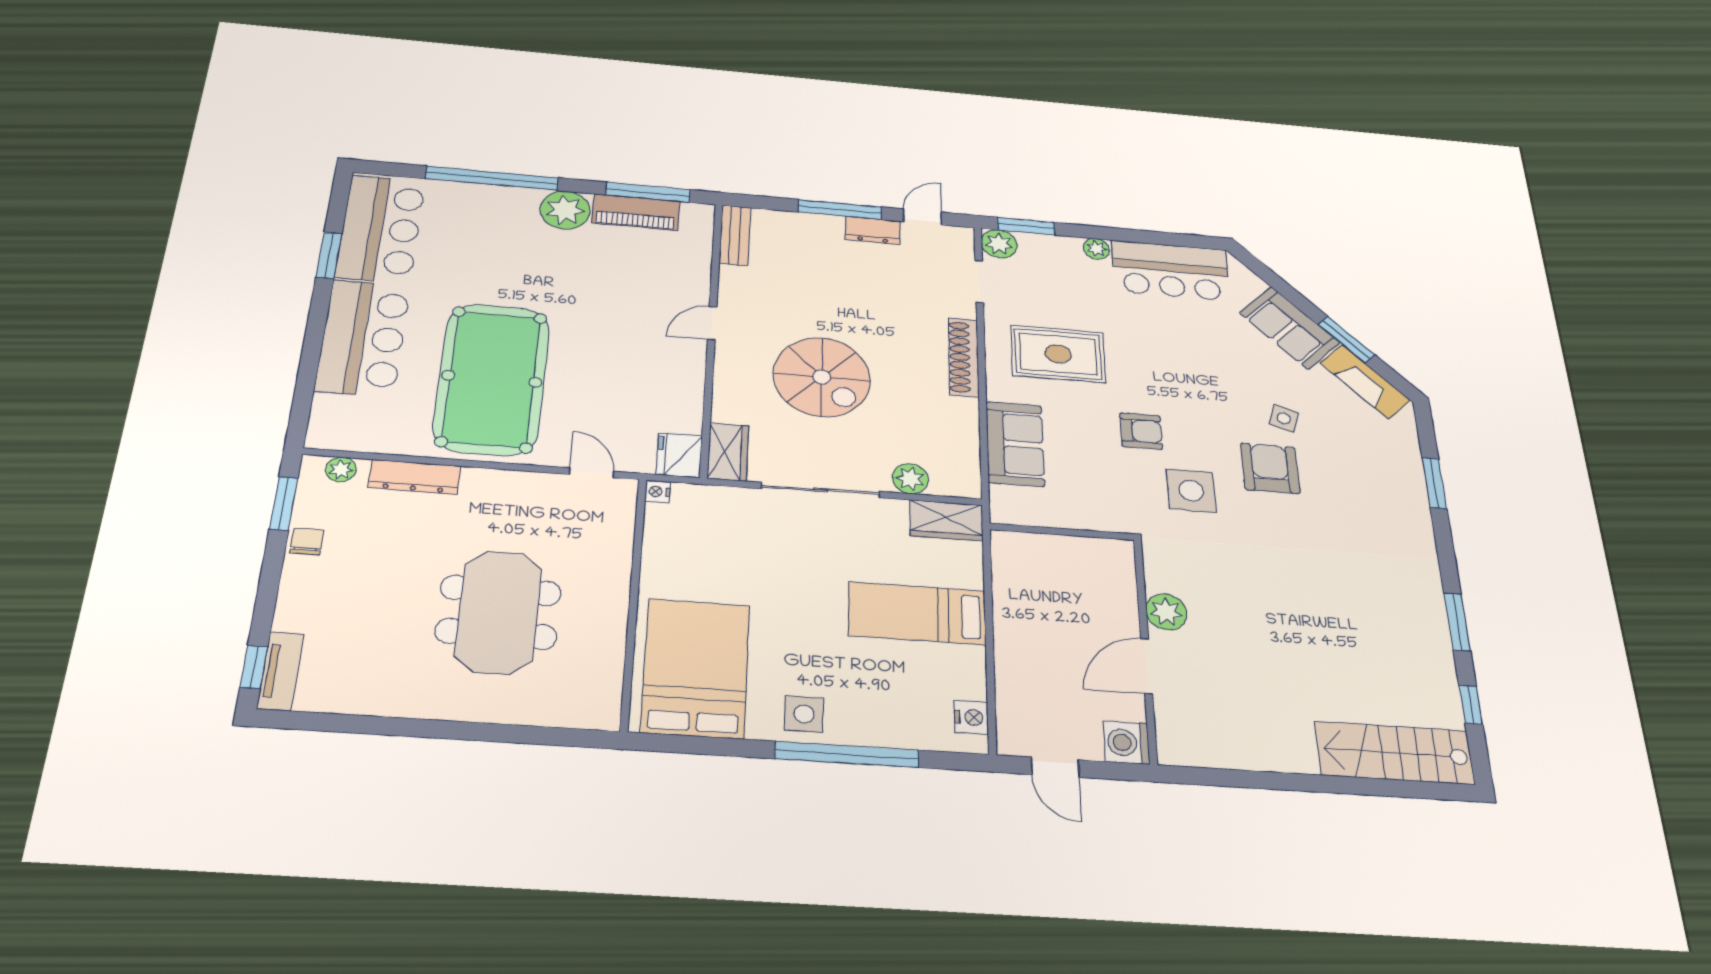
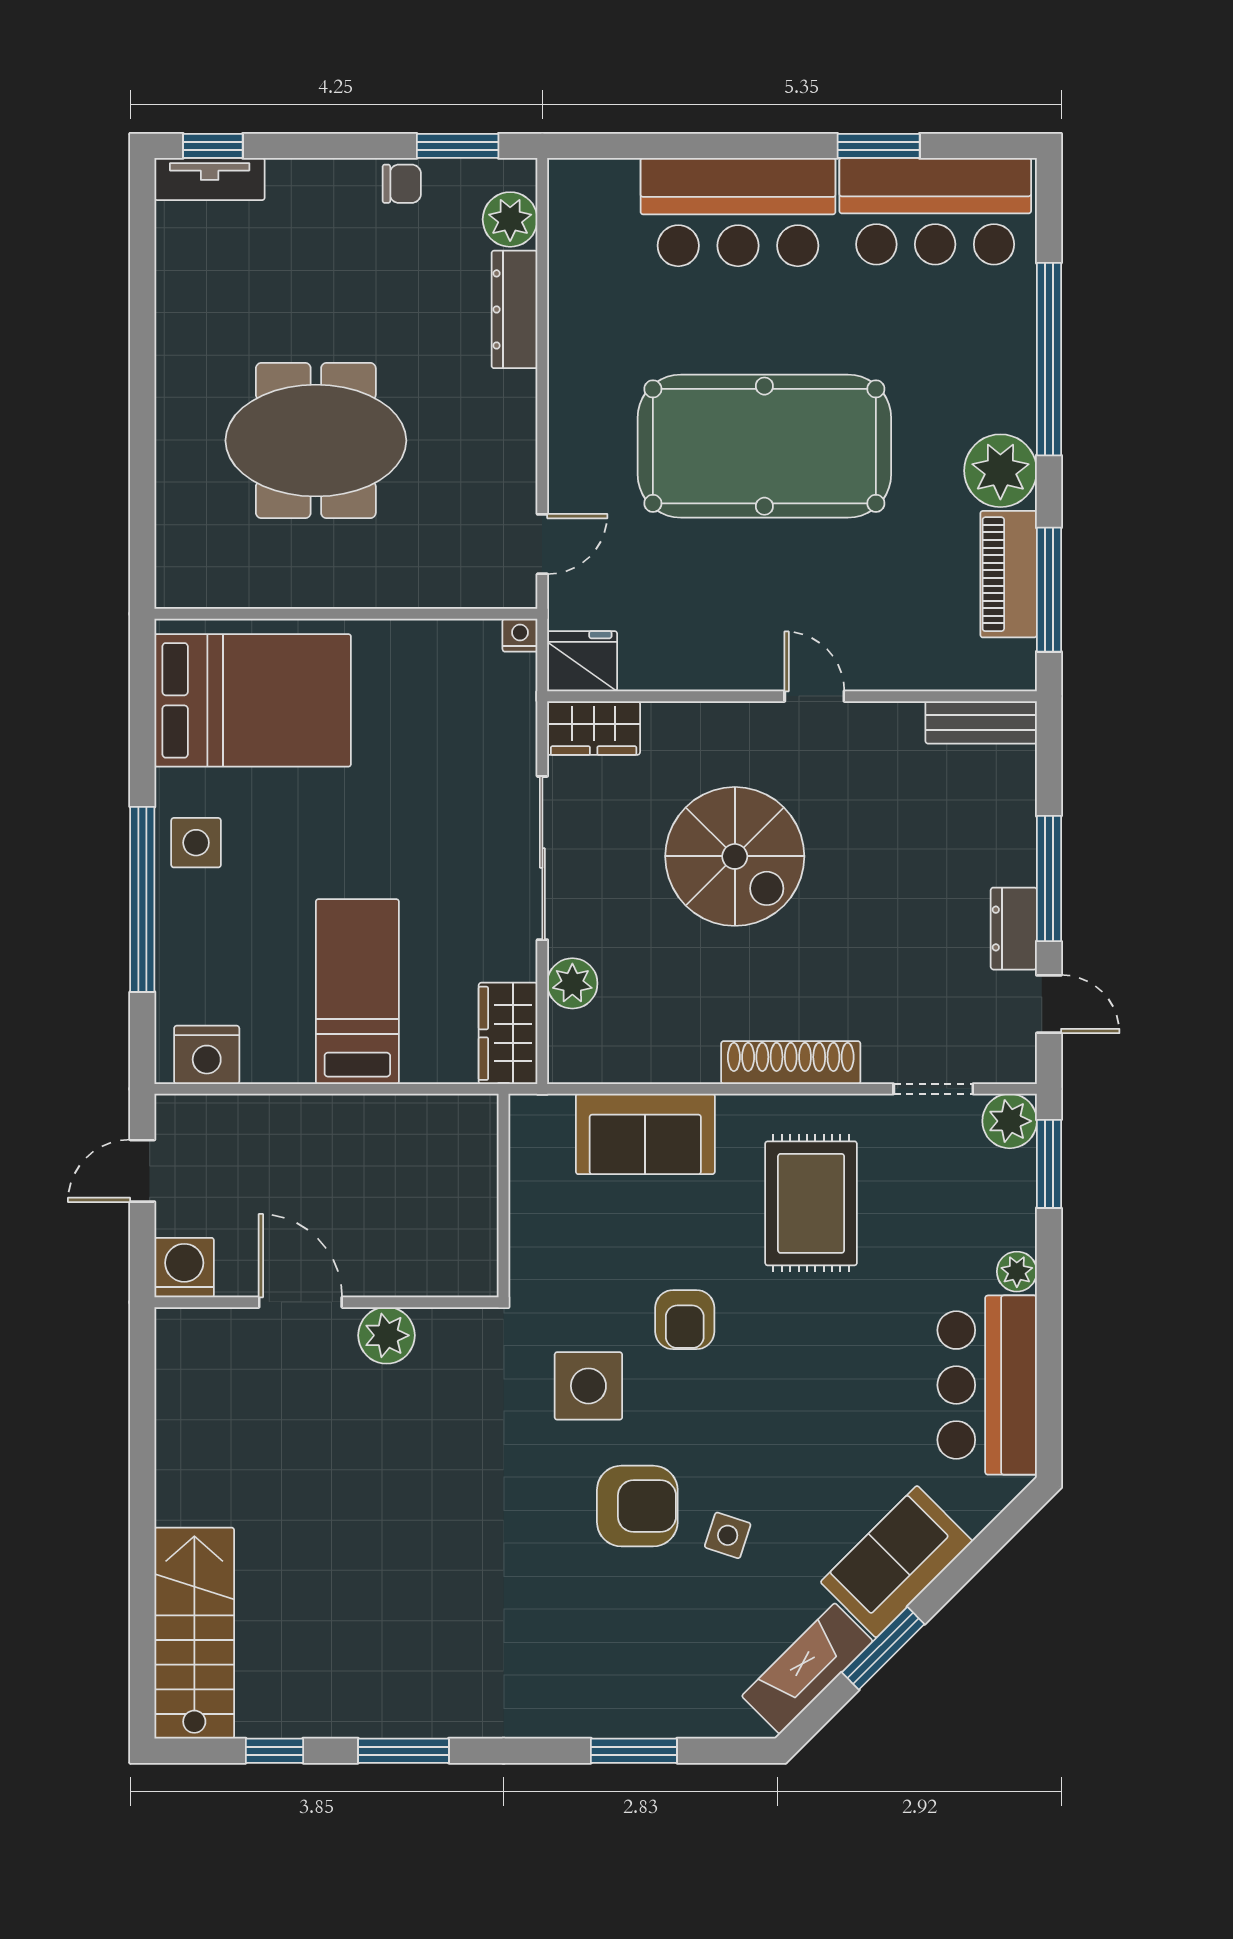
spiral stairs: (822, 377) -> (735, 856), turned -90
pool table: (492, 379) -> (764, 446), moved
plant: (341, 469) -> (510, 219), width x1.38, depth x1.38
nightstand: (971, 717) -> (207, 1055), width x1.36, depth x1.33

